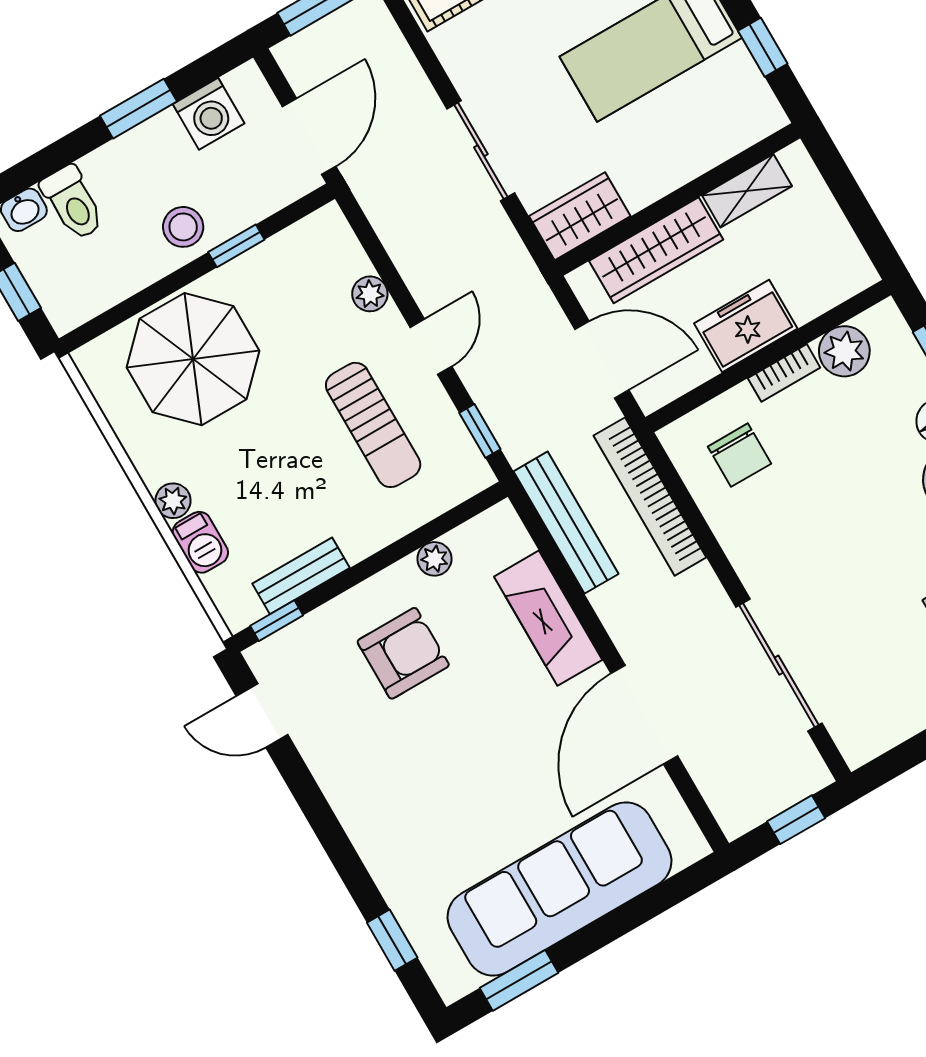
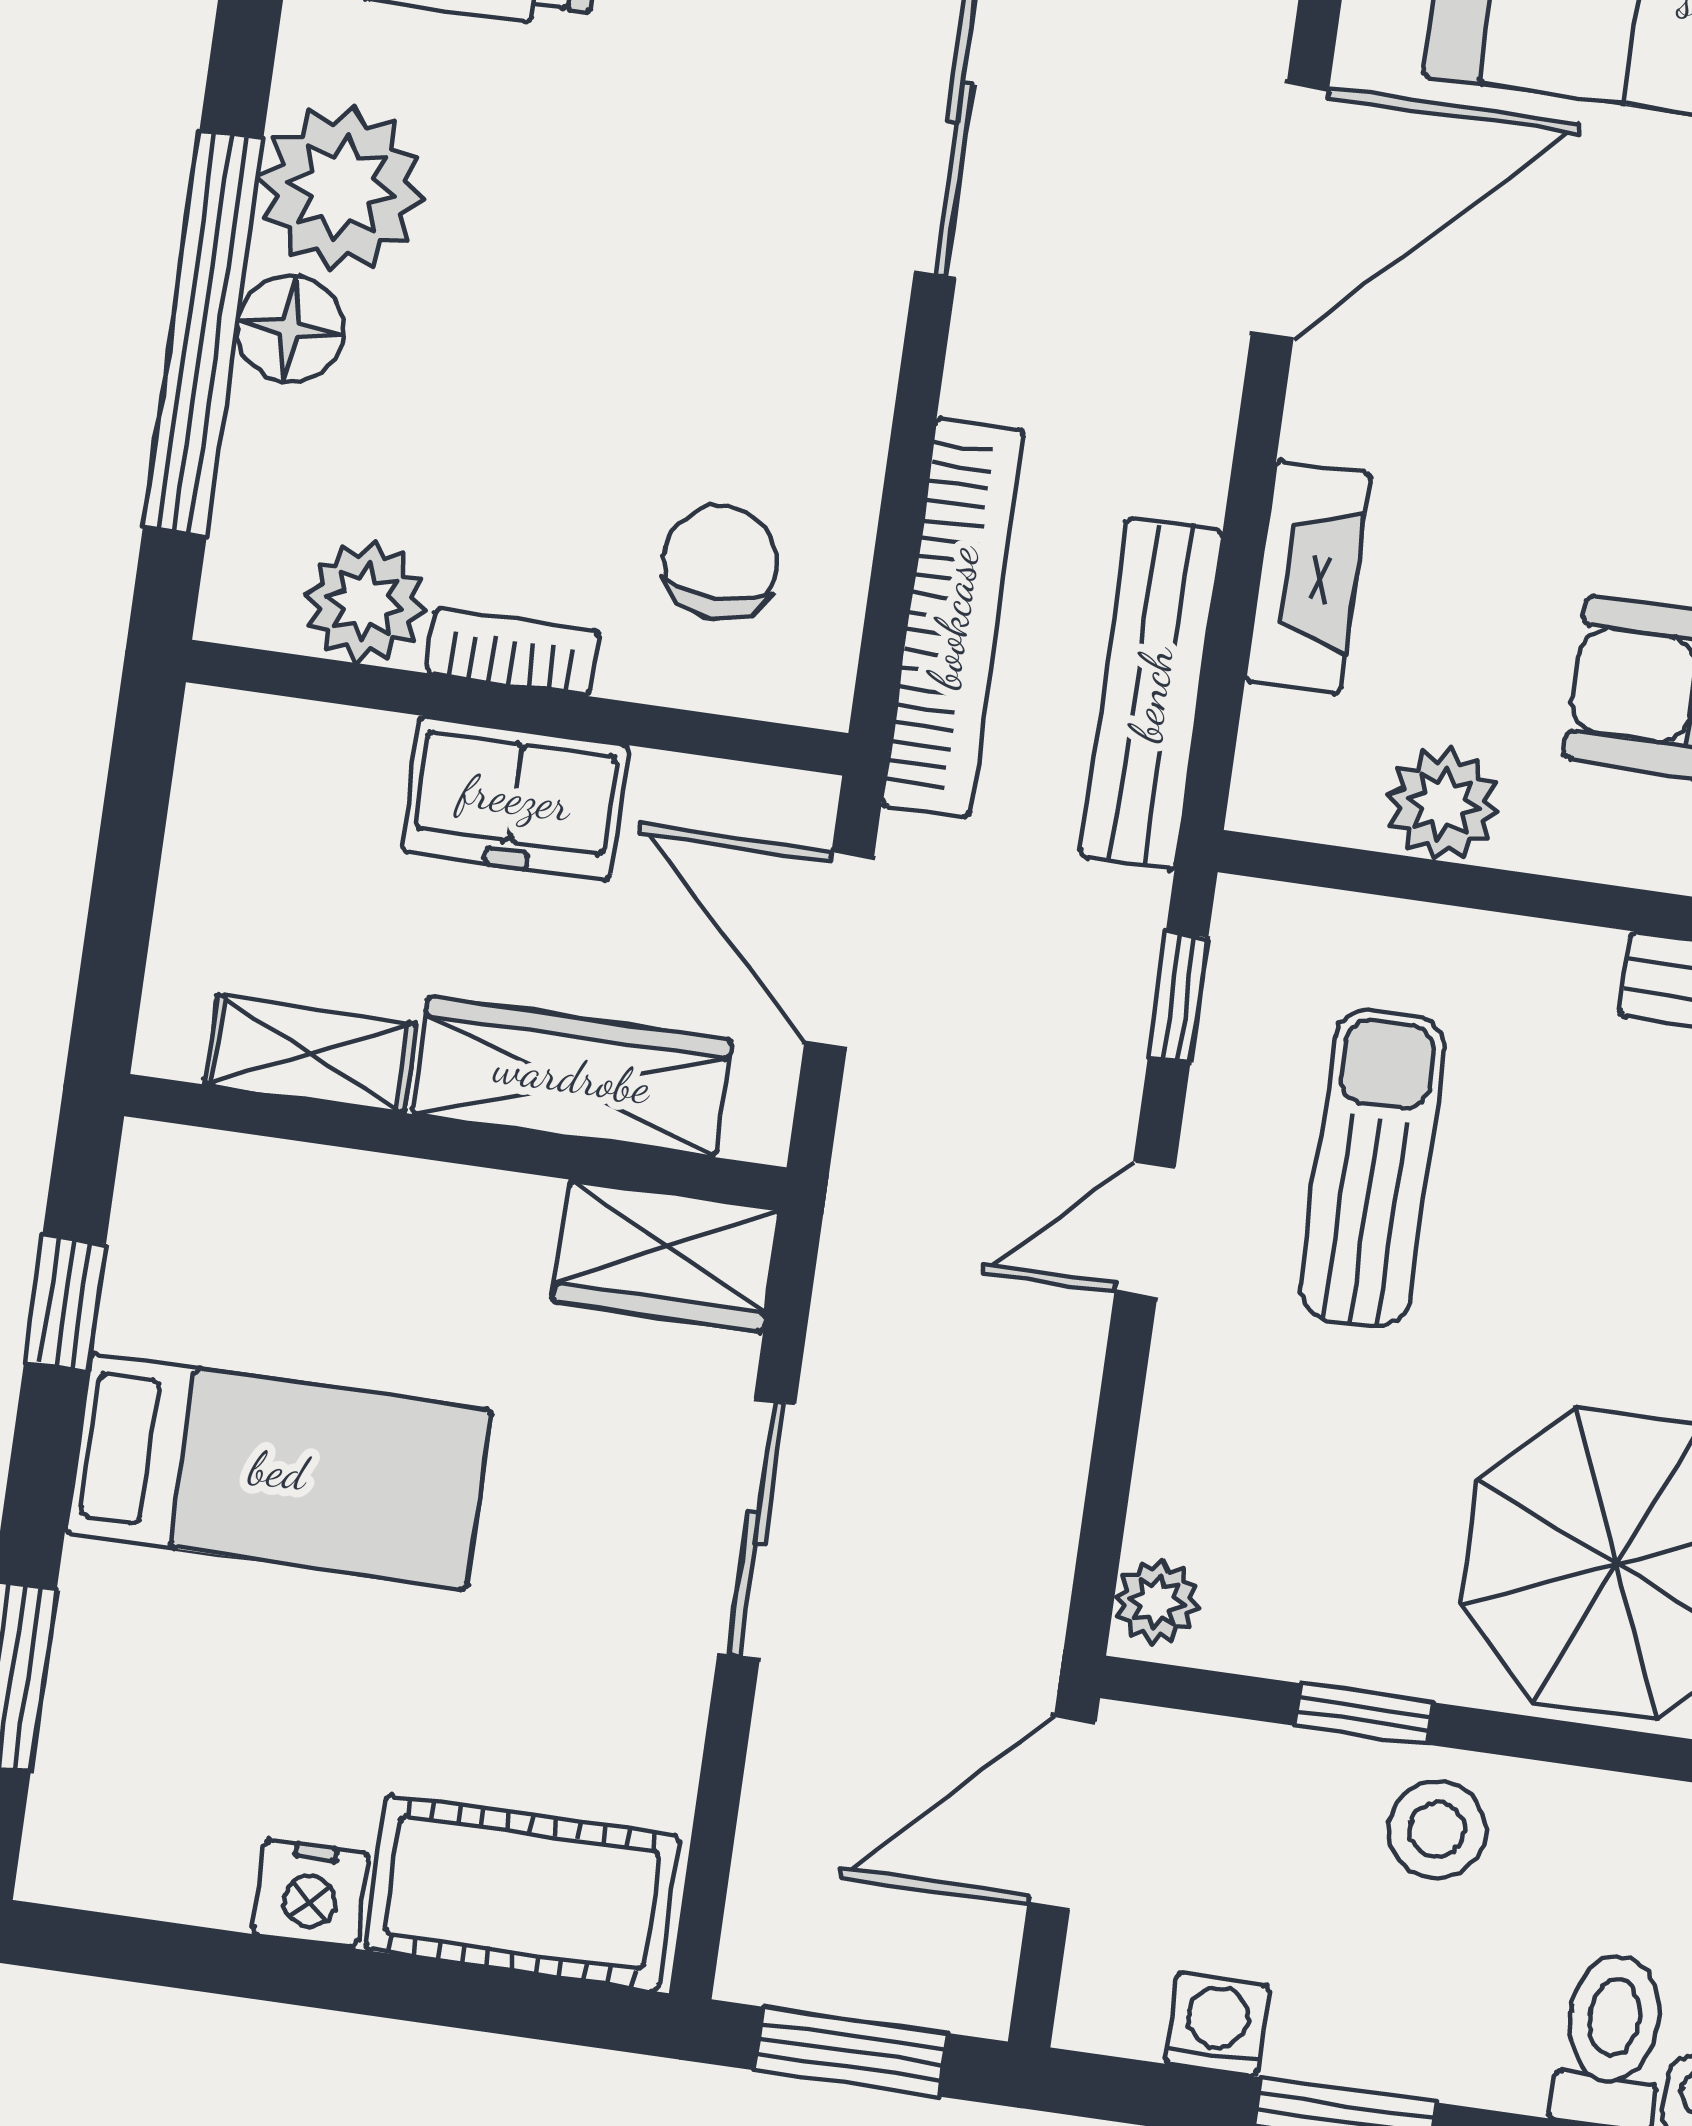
washing machine: (209, 114) -> (1217, 2024), width x0.73, depth x0.73
plant: (370, 294) -> (1157, 1602), moved
plant: (434, 559) -> (1443, 804), width x1.38, depth x1.38
fireplace: (548, 618) -> (1308, 577), width x0.73, depth x0.76

